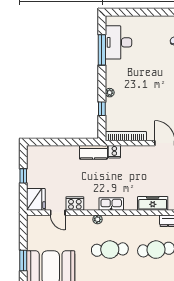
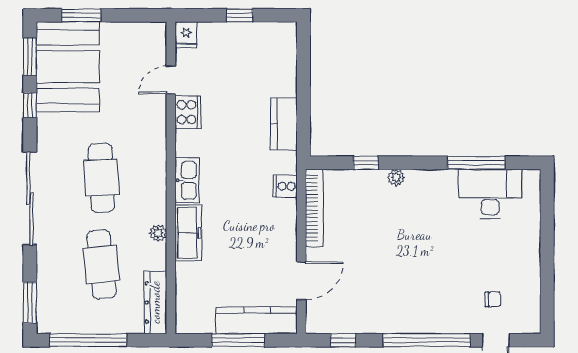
kitchen counter: (93, 152) -> (284, 124), moved
fridge: (36, 199) -> (186, 35), width x0.53, depth x0.75
freezer: (153, 203) -> (188, 233), moved
plant: (97, 219) -> (158, 233), moved

